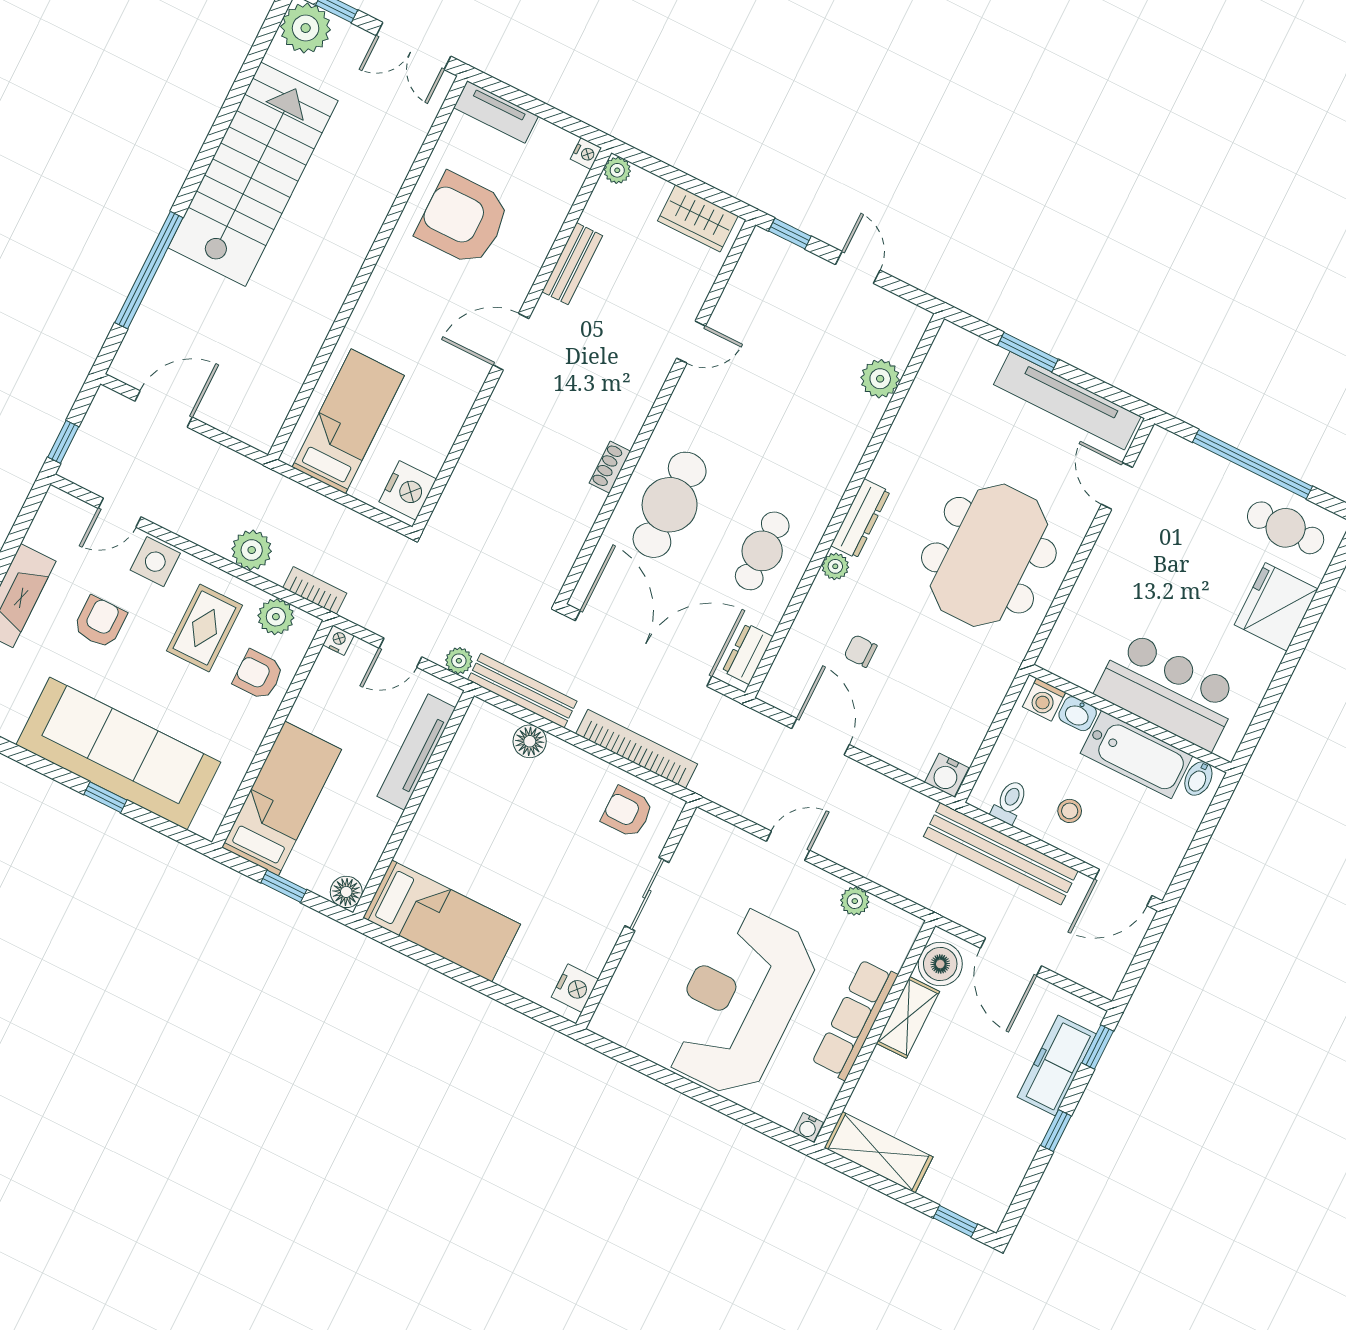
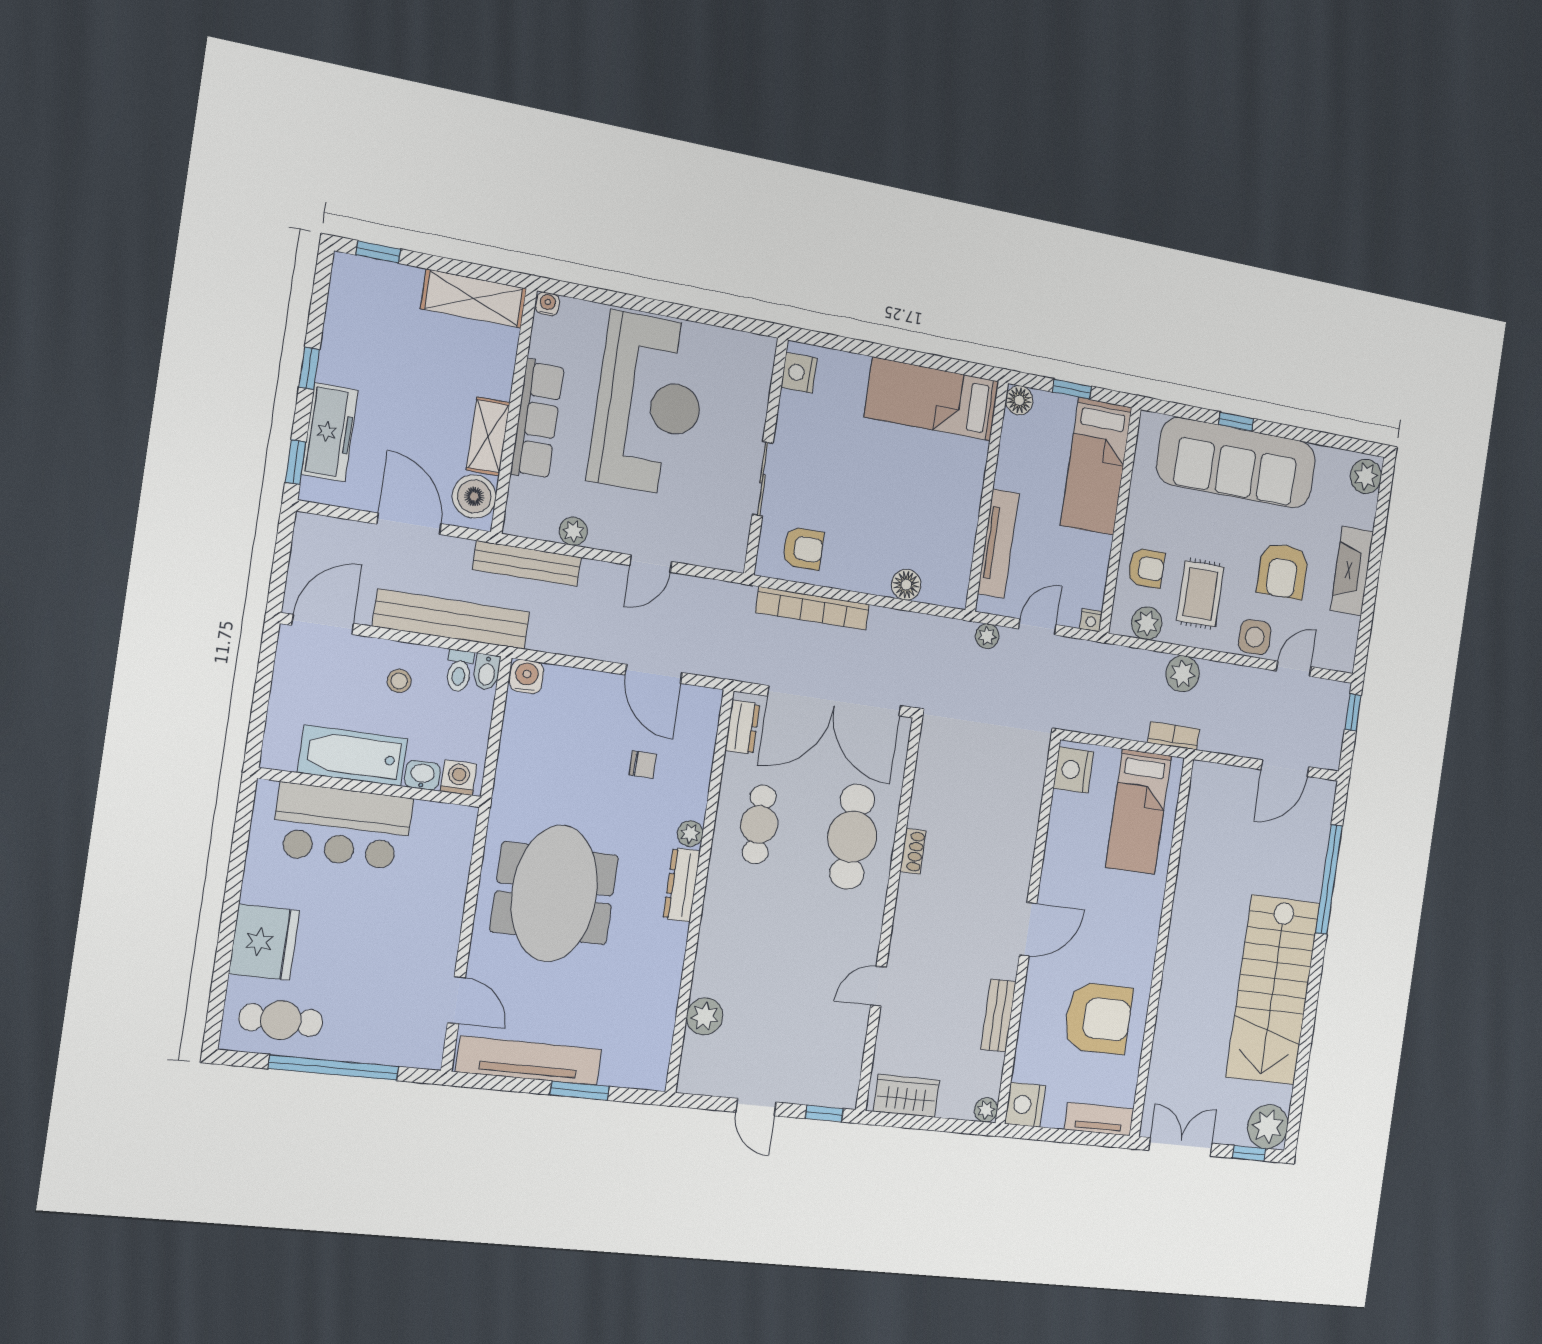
nightstand: (586, 153) -> (1025, 1105), width x1.89, depth x1.79
bookcase: (315, 591) -> (1174, 736), moved, turned 180
armchair: (100, 622) -> (1283, 571), width x1.38, depth x1.38
bench: (522, 691) -> (527, 563), moved
bidet: (1198, 778) -> (487, 672), moved, turned 180

